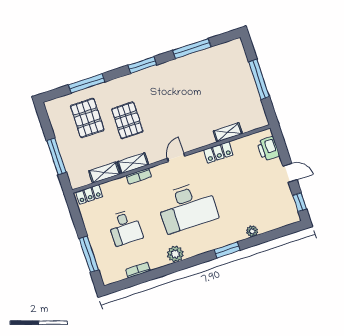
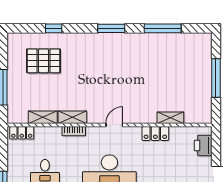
window: (87, 83) -> (54, 28), width x0.46
pallet: (87, 118) -> (43, 61), turned 90
pallet: (127, 120) -> (80, 75), removed

